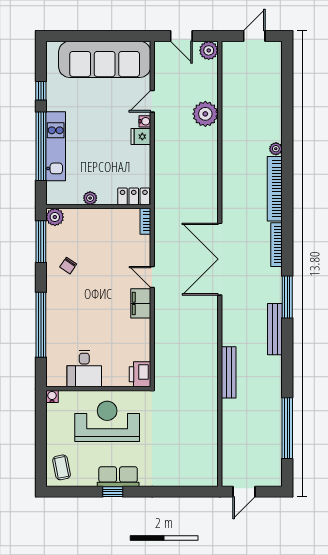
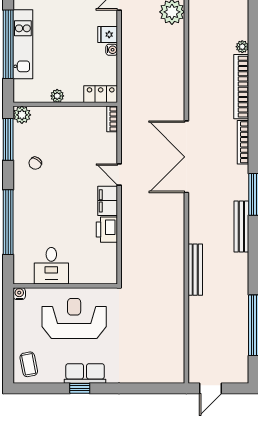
water cooler: (145, 121) -> (112, 50), moved
printer: (140, 374) -> (107, 230), moved

